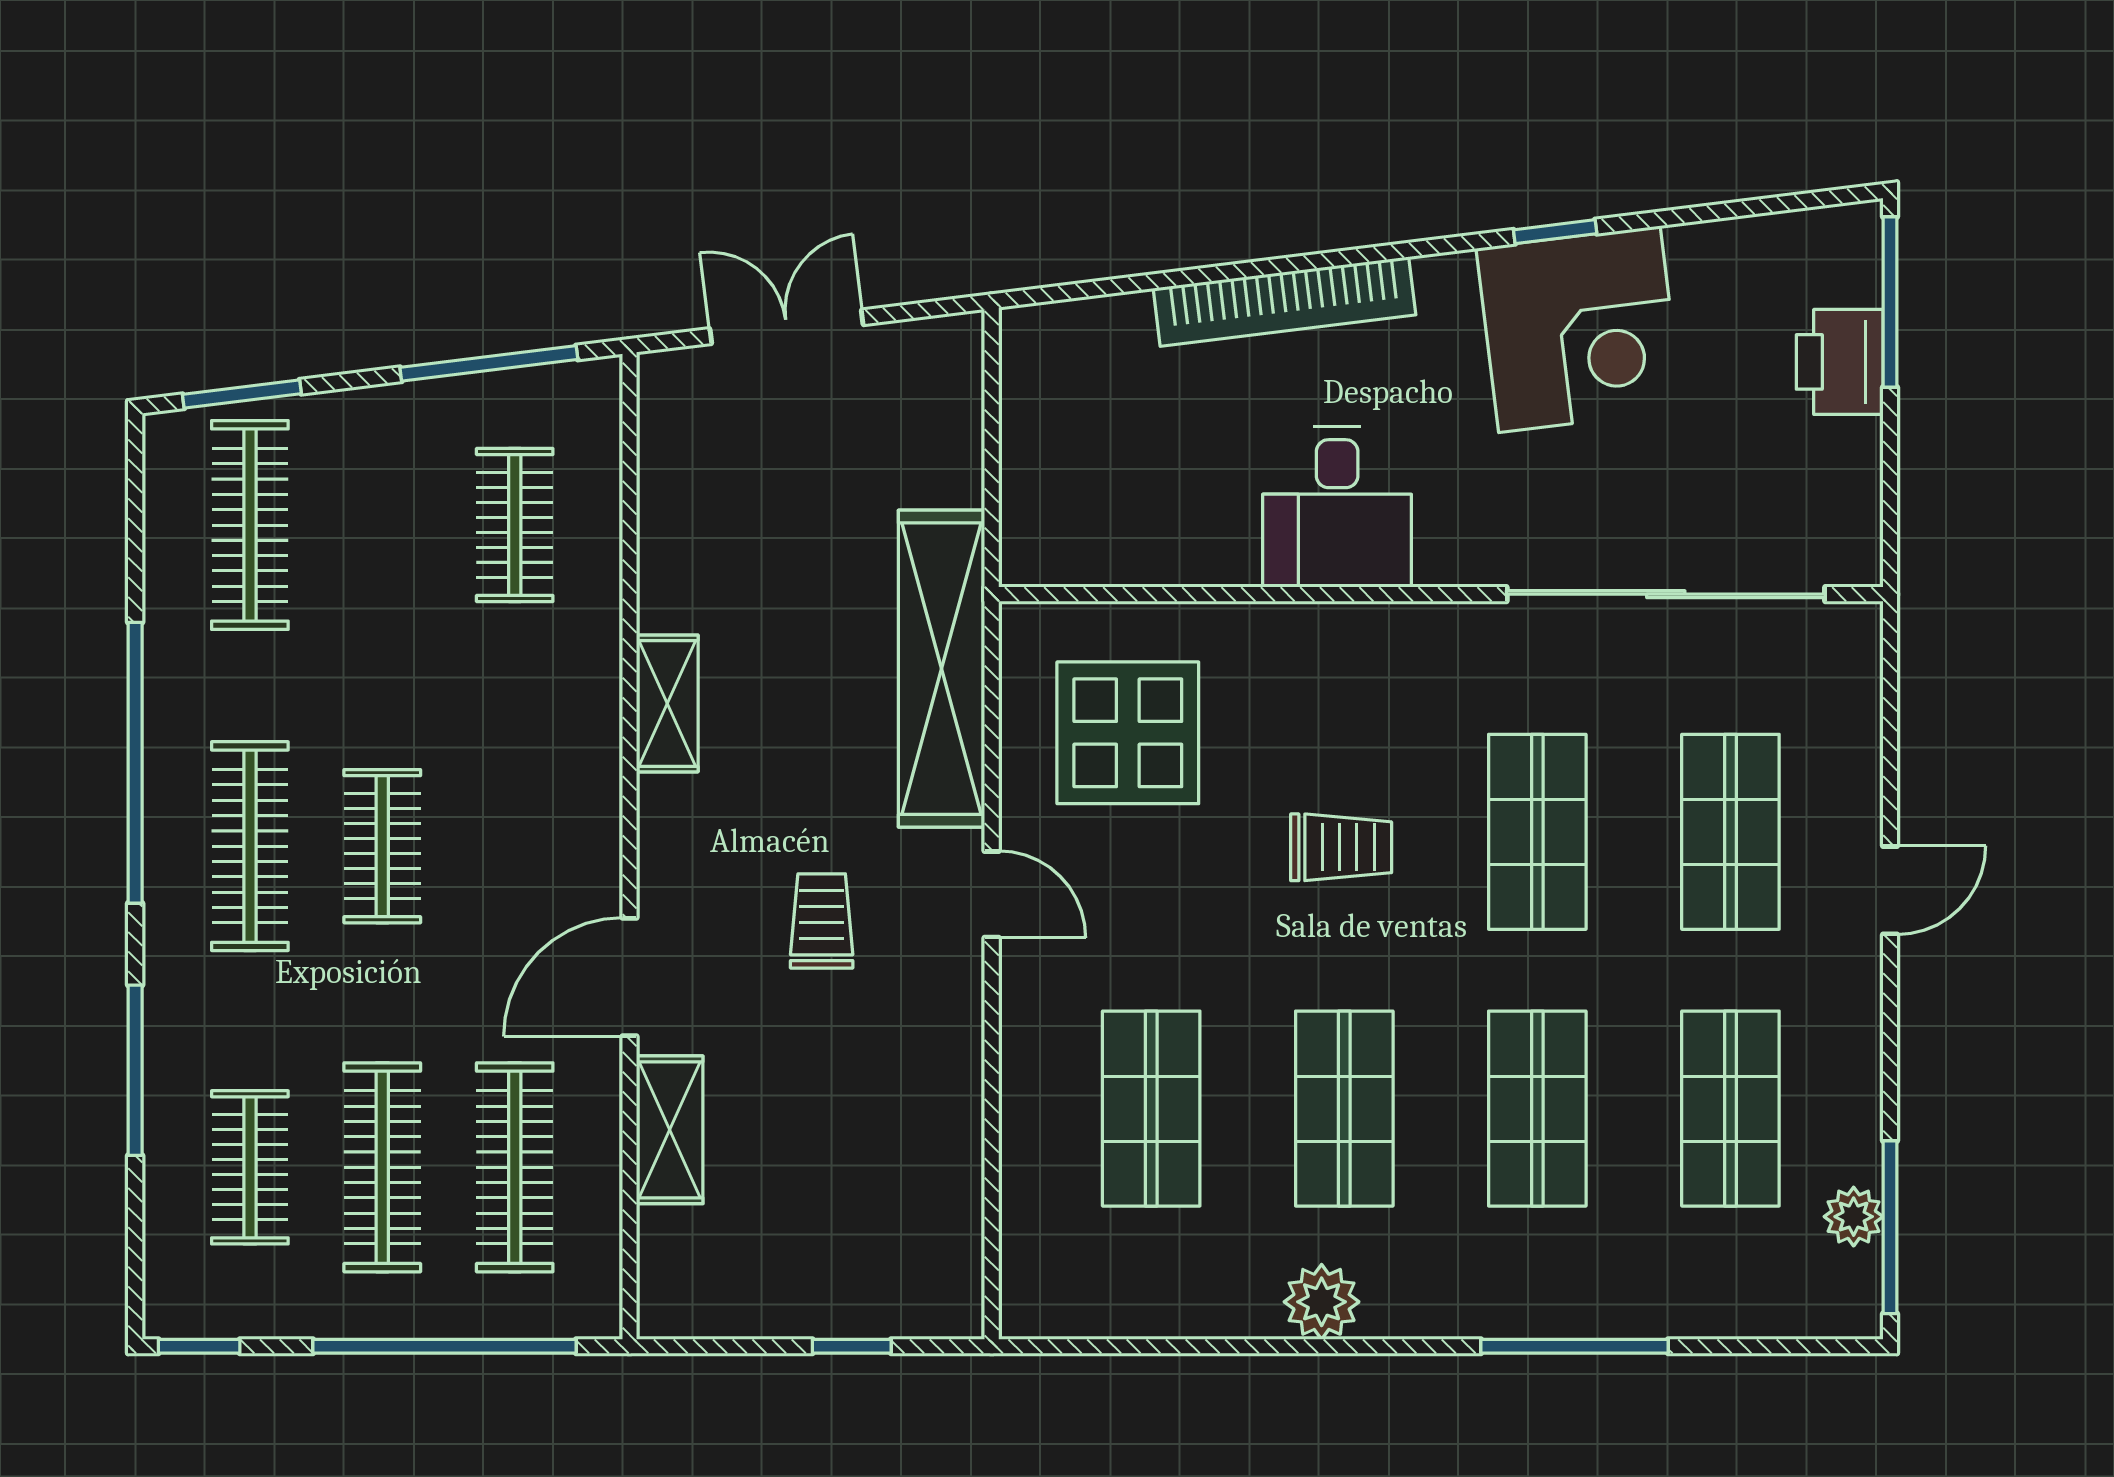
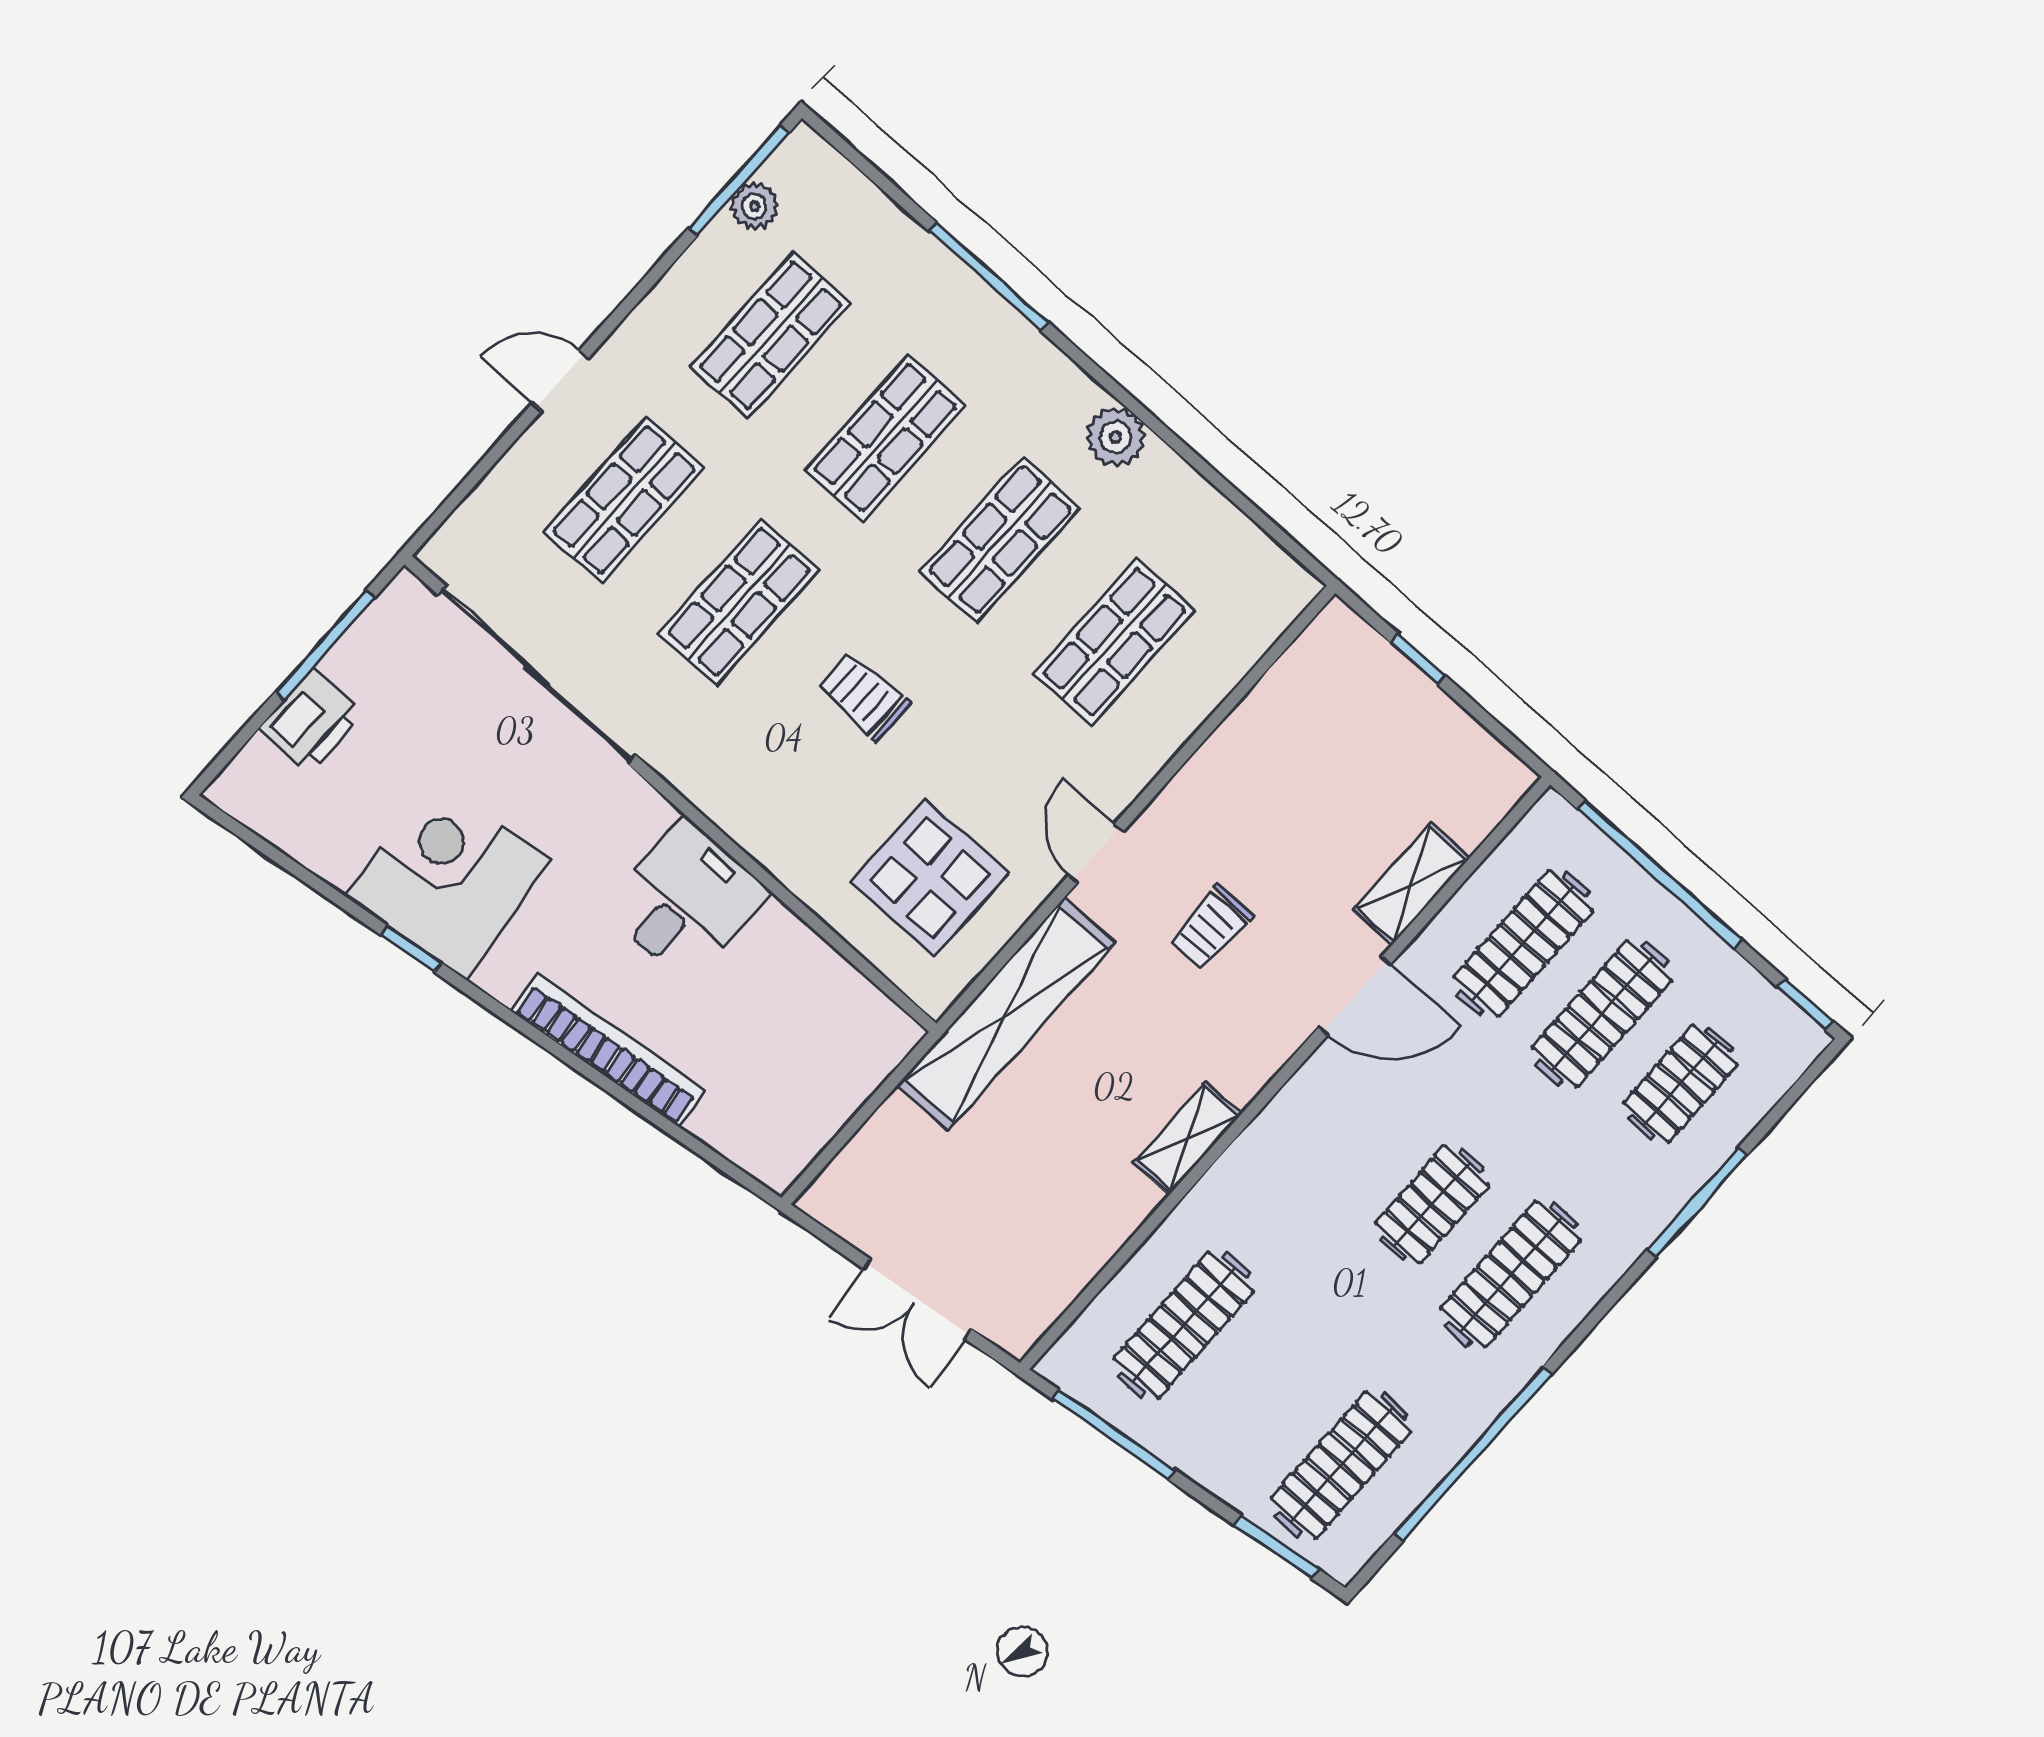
window: (1890, 302) -> (325, 645), moved
clothes rail: (515, 525) -> (1184, 1325), width x1.36
window: (135, 763) -> (1473, 1454), moved

